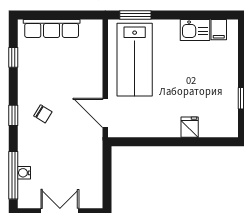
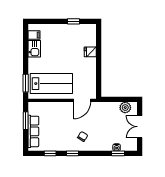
window: (70, 15) -> (26, 121), added
window: (13, 115) -> (72, 153), moved
window: (13, 175) -> (118, 153), width x0.46
plant: (93, 188) -> (125, 108), added

